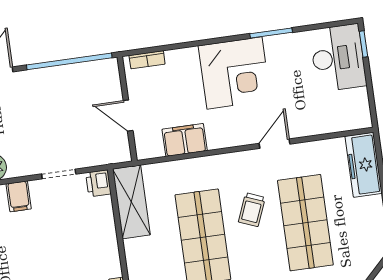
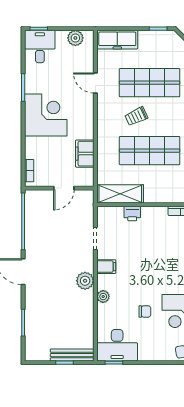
desk: (338, 58) -> (40, 46), width x0.73
plant: (357, 101) -> (75, 38), added
door: (275, 144) -> (95, 83), moved
printer: (98, 183) -> (132, 214), moved
trolley: (252, 210) -> (136, 116), turned 133

